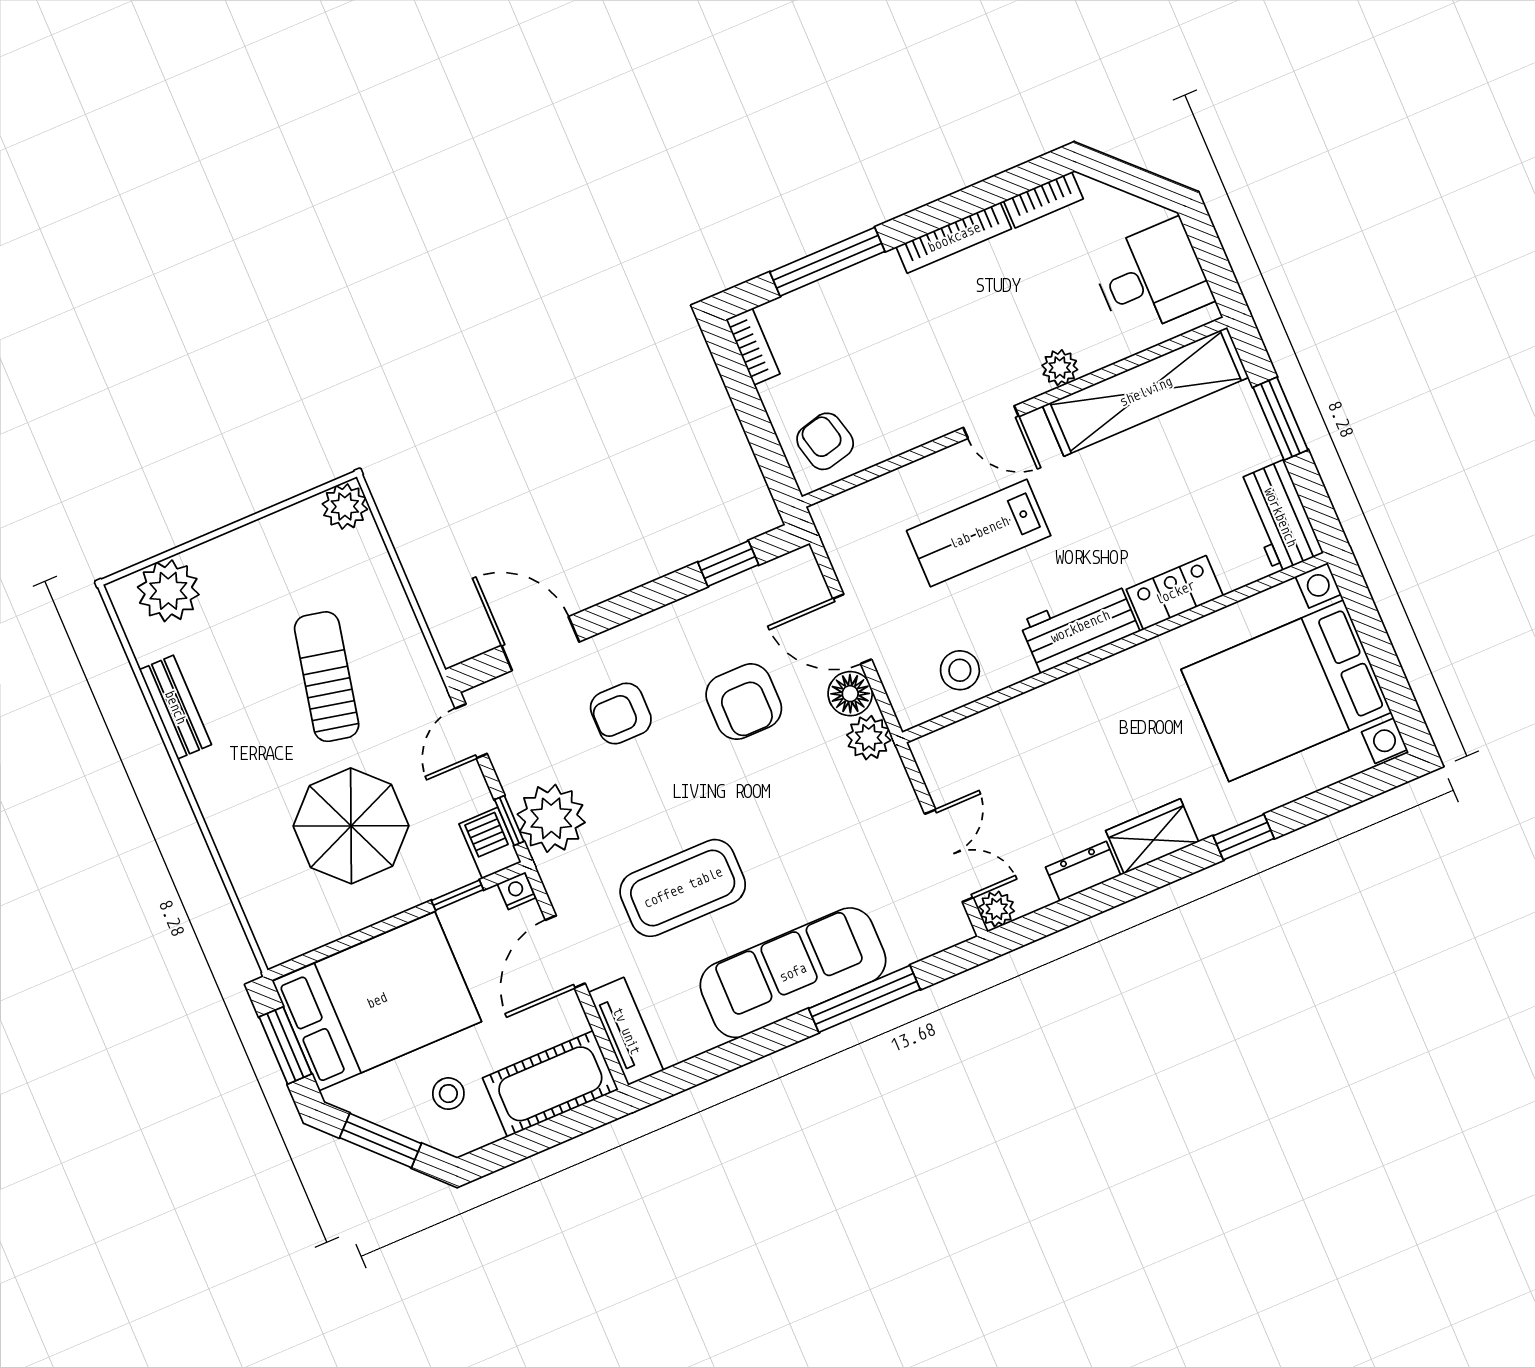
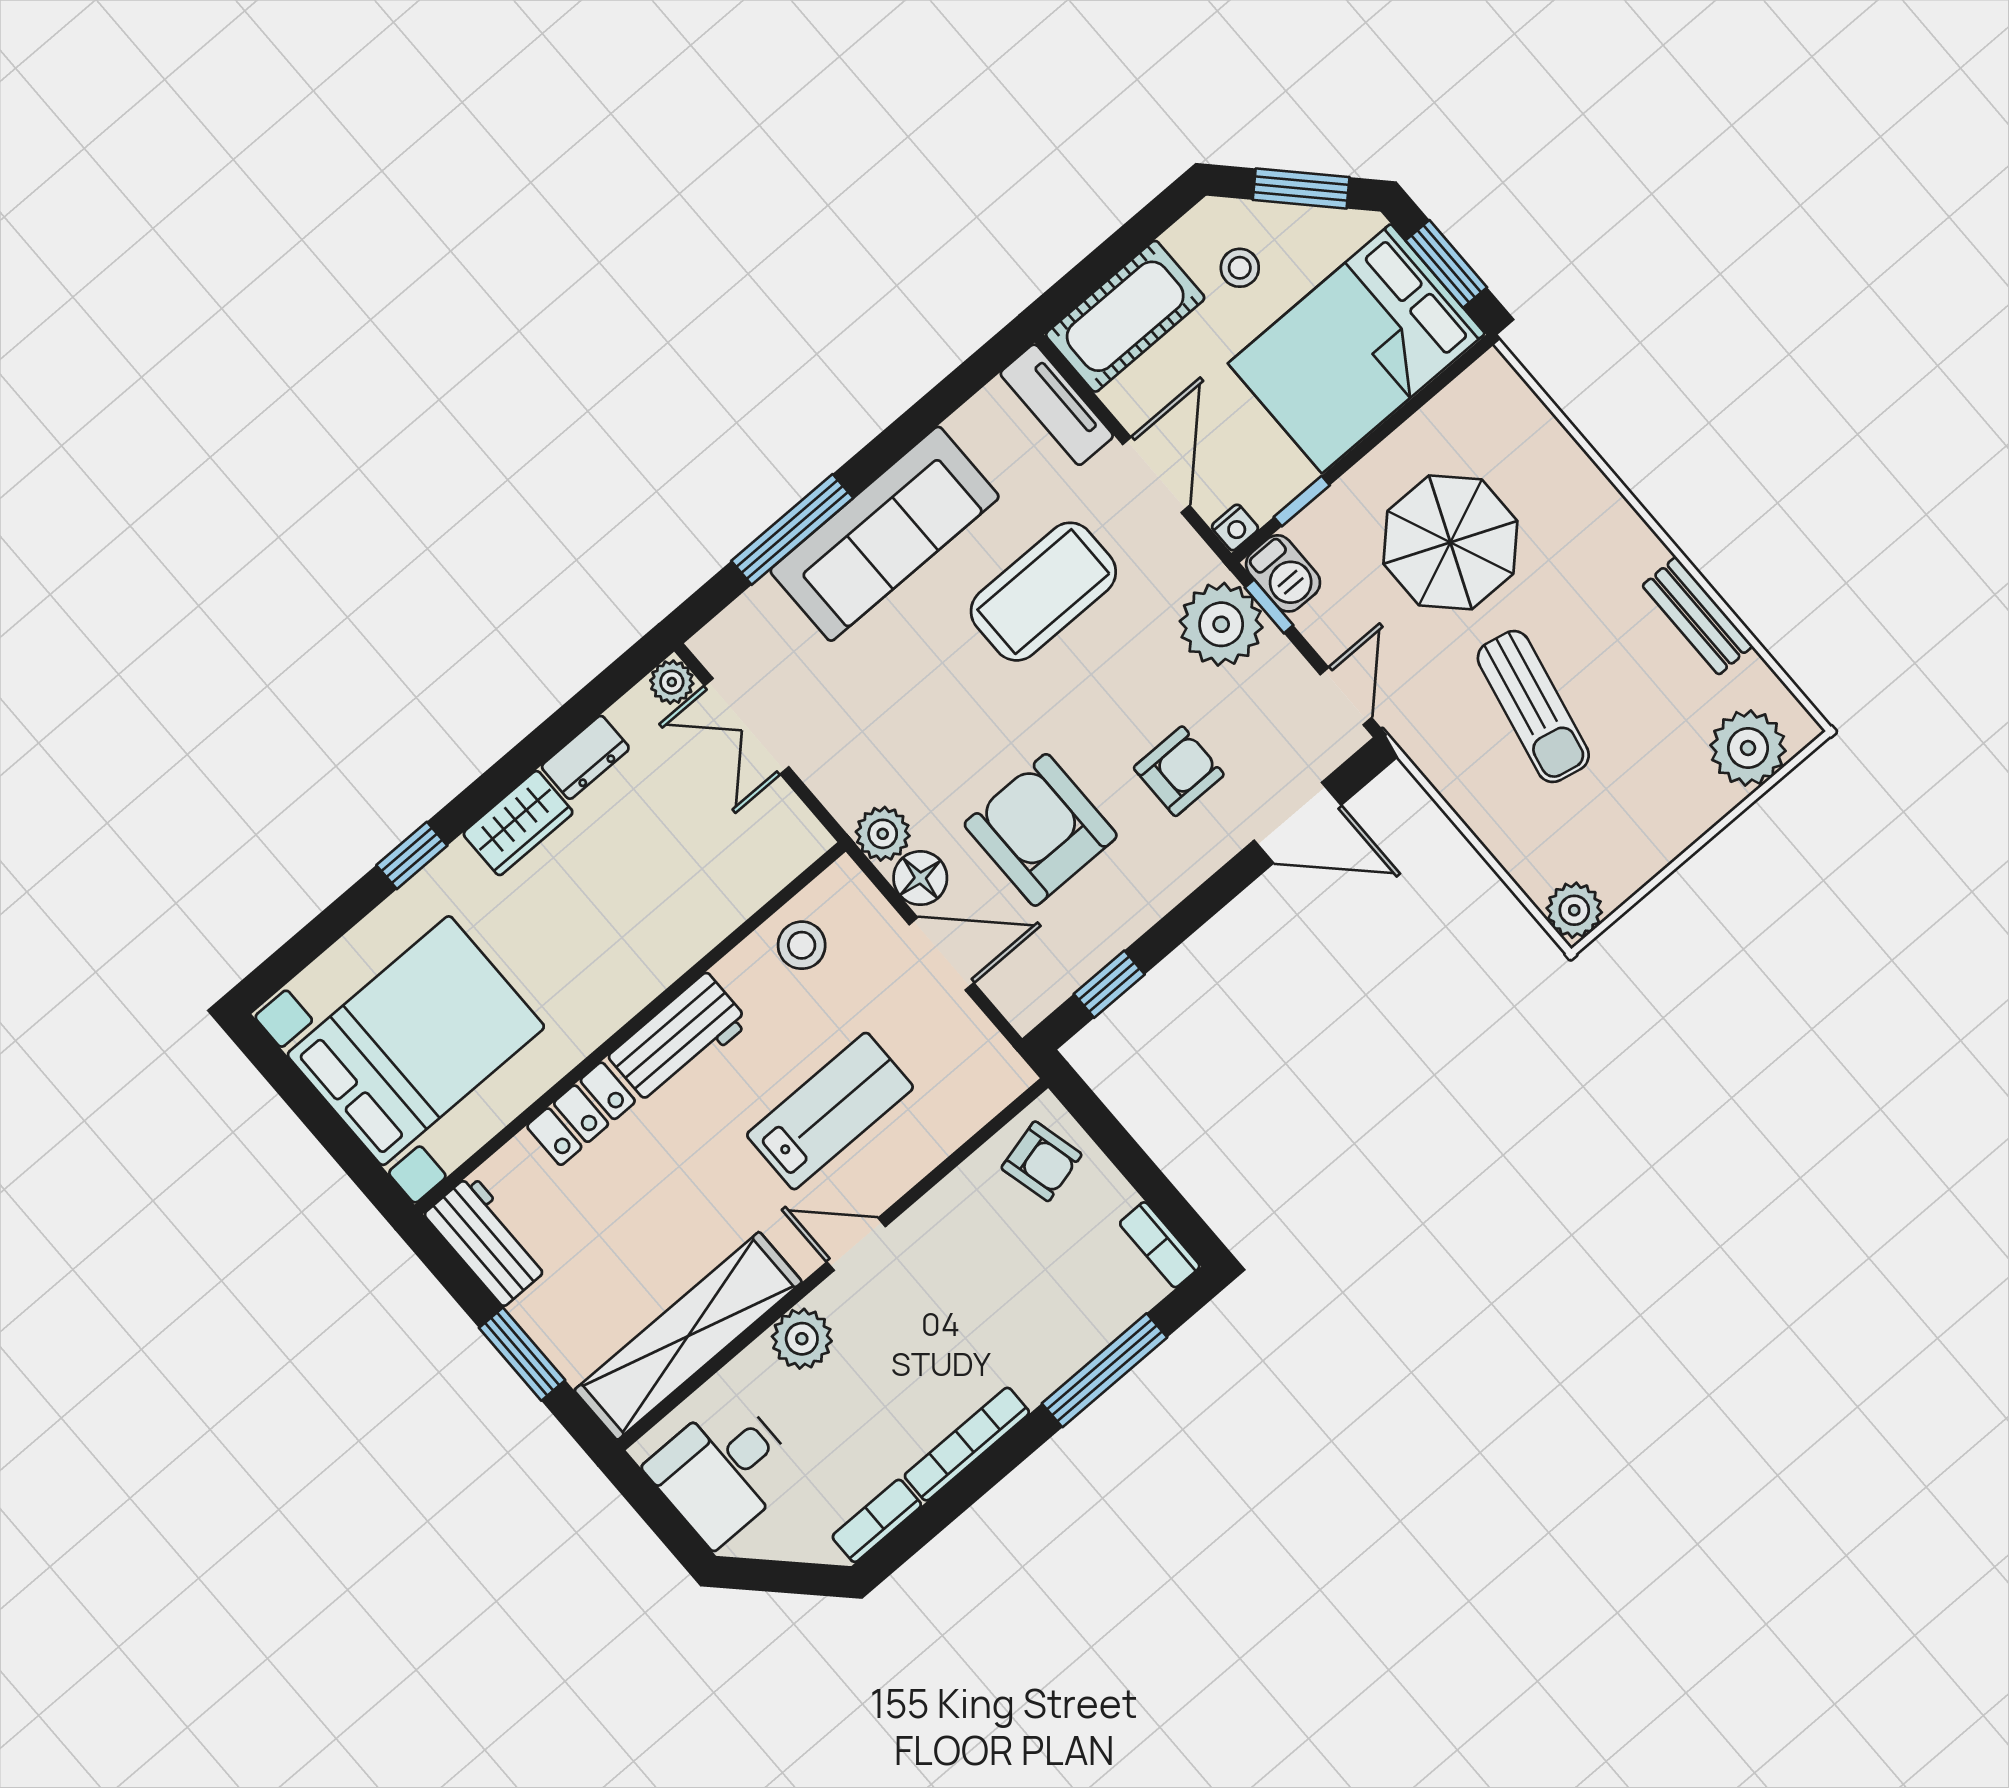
plant: (1060, 368) -> (802, 1339), width x1.38, depth x1.38
armchair: (744, 702) -> (1041, 830), width x1.36, depth x1.36

